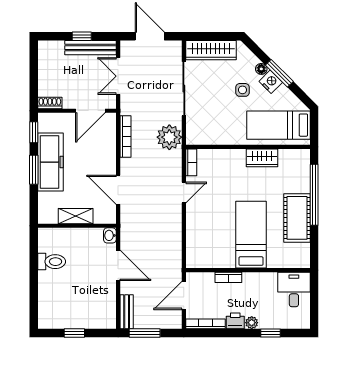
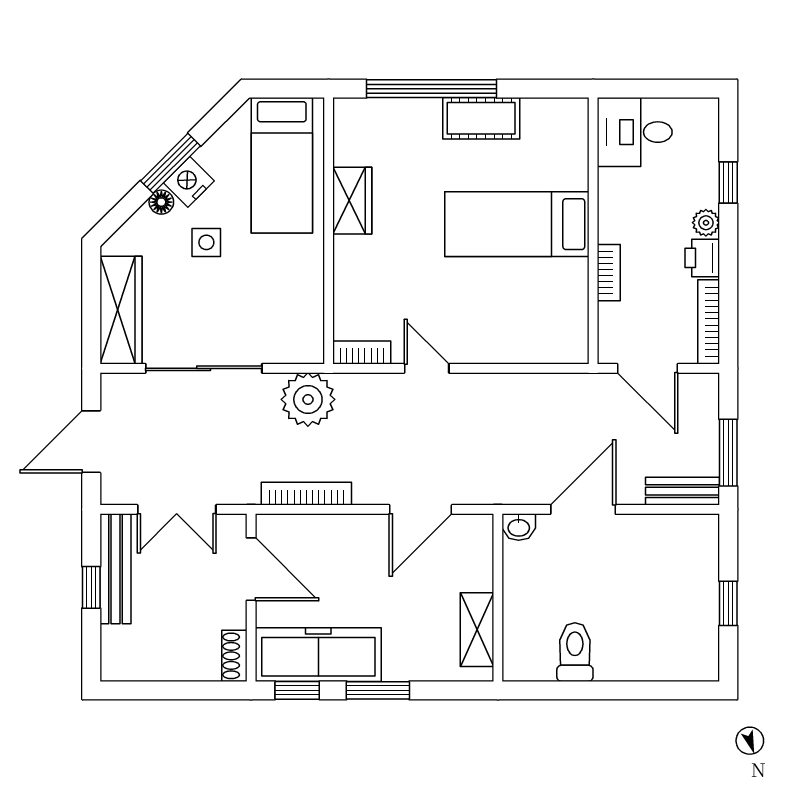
freezer: (50, 162) -> (318, 655), moved
shelving: (76, 216) -> (477, 630), moved
cot: (297, 218) -> (481, 118), width x0.73, depth x0.75

